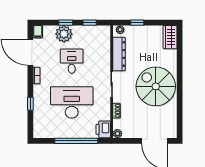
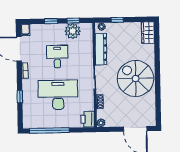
plant: (64, 34) -> (73, 31), moved
window: (76, 141) -> (49, 131), moved

